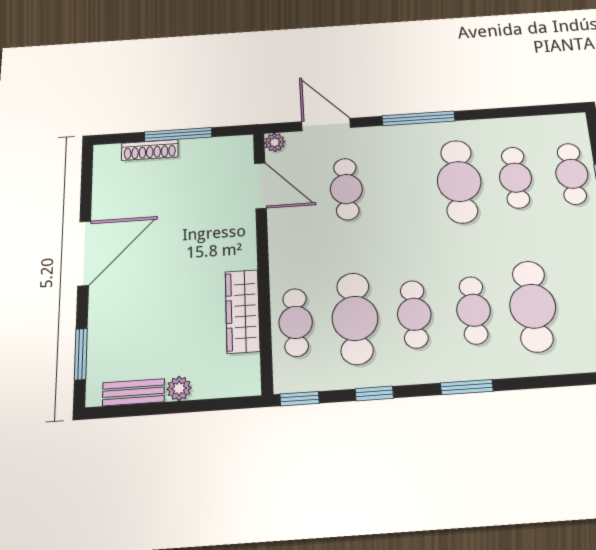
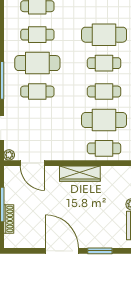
door: (260, 186) -> (32, 163), swing flipped
cafe table: (346, 189) -> (37, 92), moved
wardrobe: (243, 311) -> (80, 174), moved
window: (81, 354) -> (100, 251), moved

